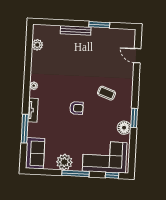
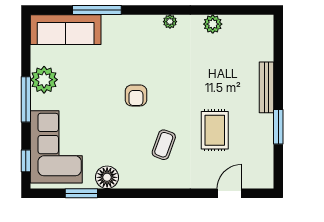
plant: (37, 45) -> (213, 24), moved
rug: (100, 62) -> (215, 130), added
tv unit: (33, 110) -> (129, 22), removed
window: (134, 118) -> (81, 193), moved
sofa: (35, 153) -> (66, 30), width x1.36

